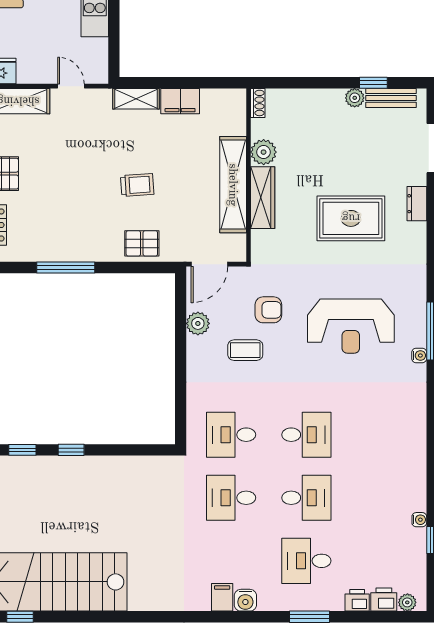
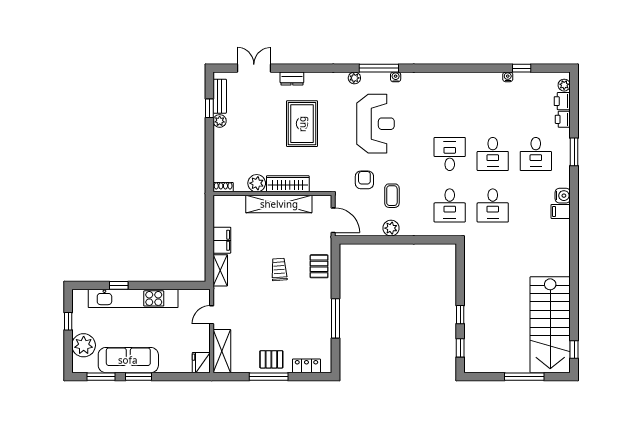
plant: (418, 295) -> (354, 78), added
plant: (198, 323) -> (391, 228), moved
desk: (306, 498) -> (493, 154), turned 180

